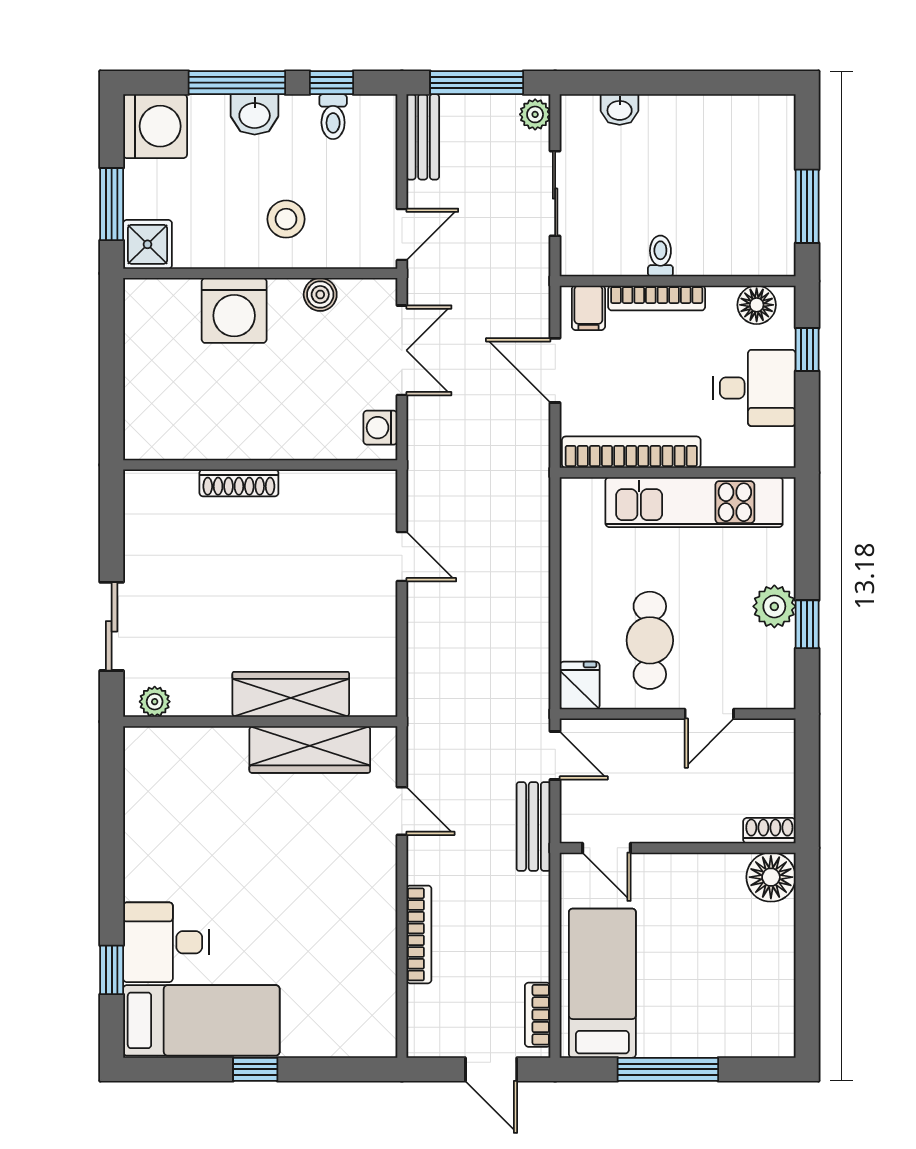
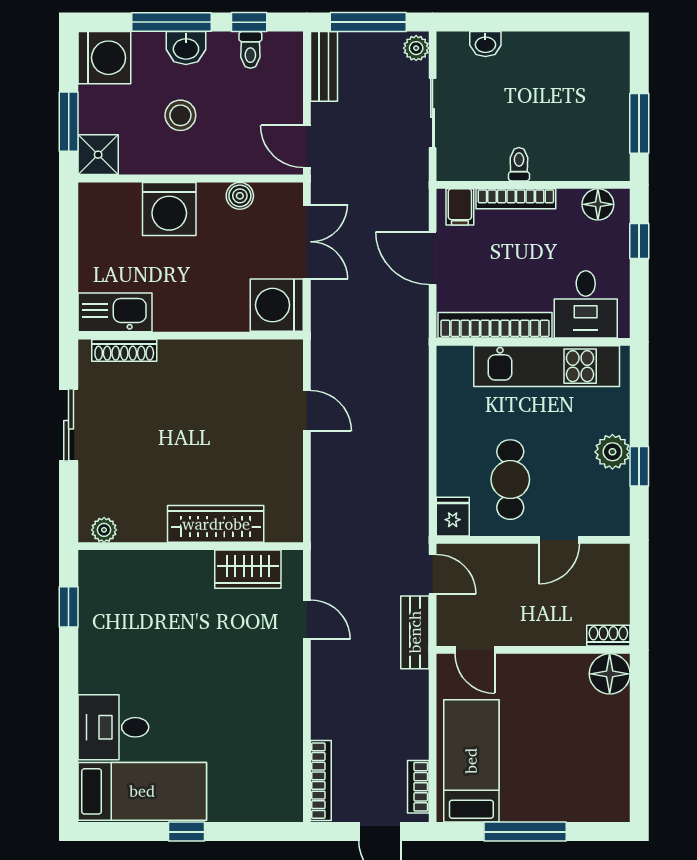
stool: (286, 219) -> (180, 115), moved
door: (402, 234) -> (307, 147), swing flipped
desk: (754, 388) -> (586, 304), moved, turned 90
washing machine: (380, 428) -> (277, 305), width x1.89, depth x1.89
kitchen sink: (168, 437) -> (115, 312), added
shoe rack: (239, 483) -> (124, 350), moved
sliding door: (112, 626) -> (69, 425), moved
wardrobe: (310, 749) -> (248, 569), width x0.67
bookcase: (419, 934) -> (321, 781), moved
window: (112, 970) -> (69, 607), moved

